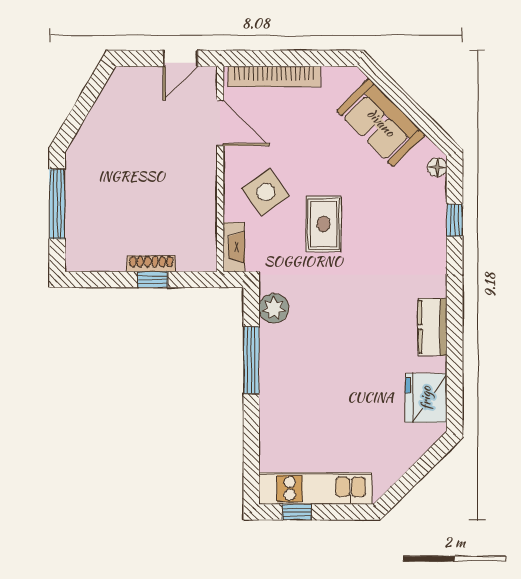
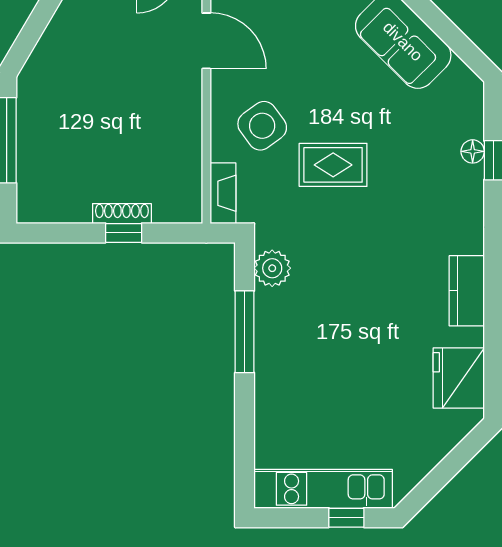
floor lamp: (437, 167) -> (473, 151), moved
rug: (324, 224) -> (333, 165), turned 90
window: (297, 512) -> (346, 518), moved

